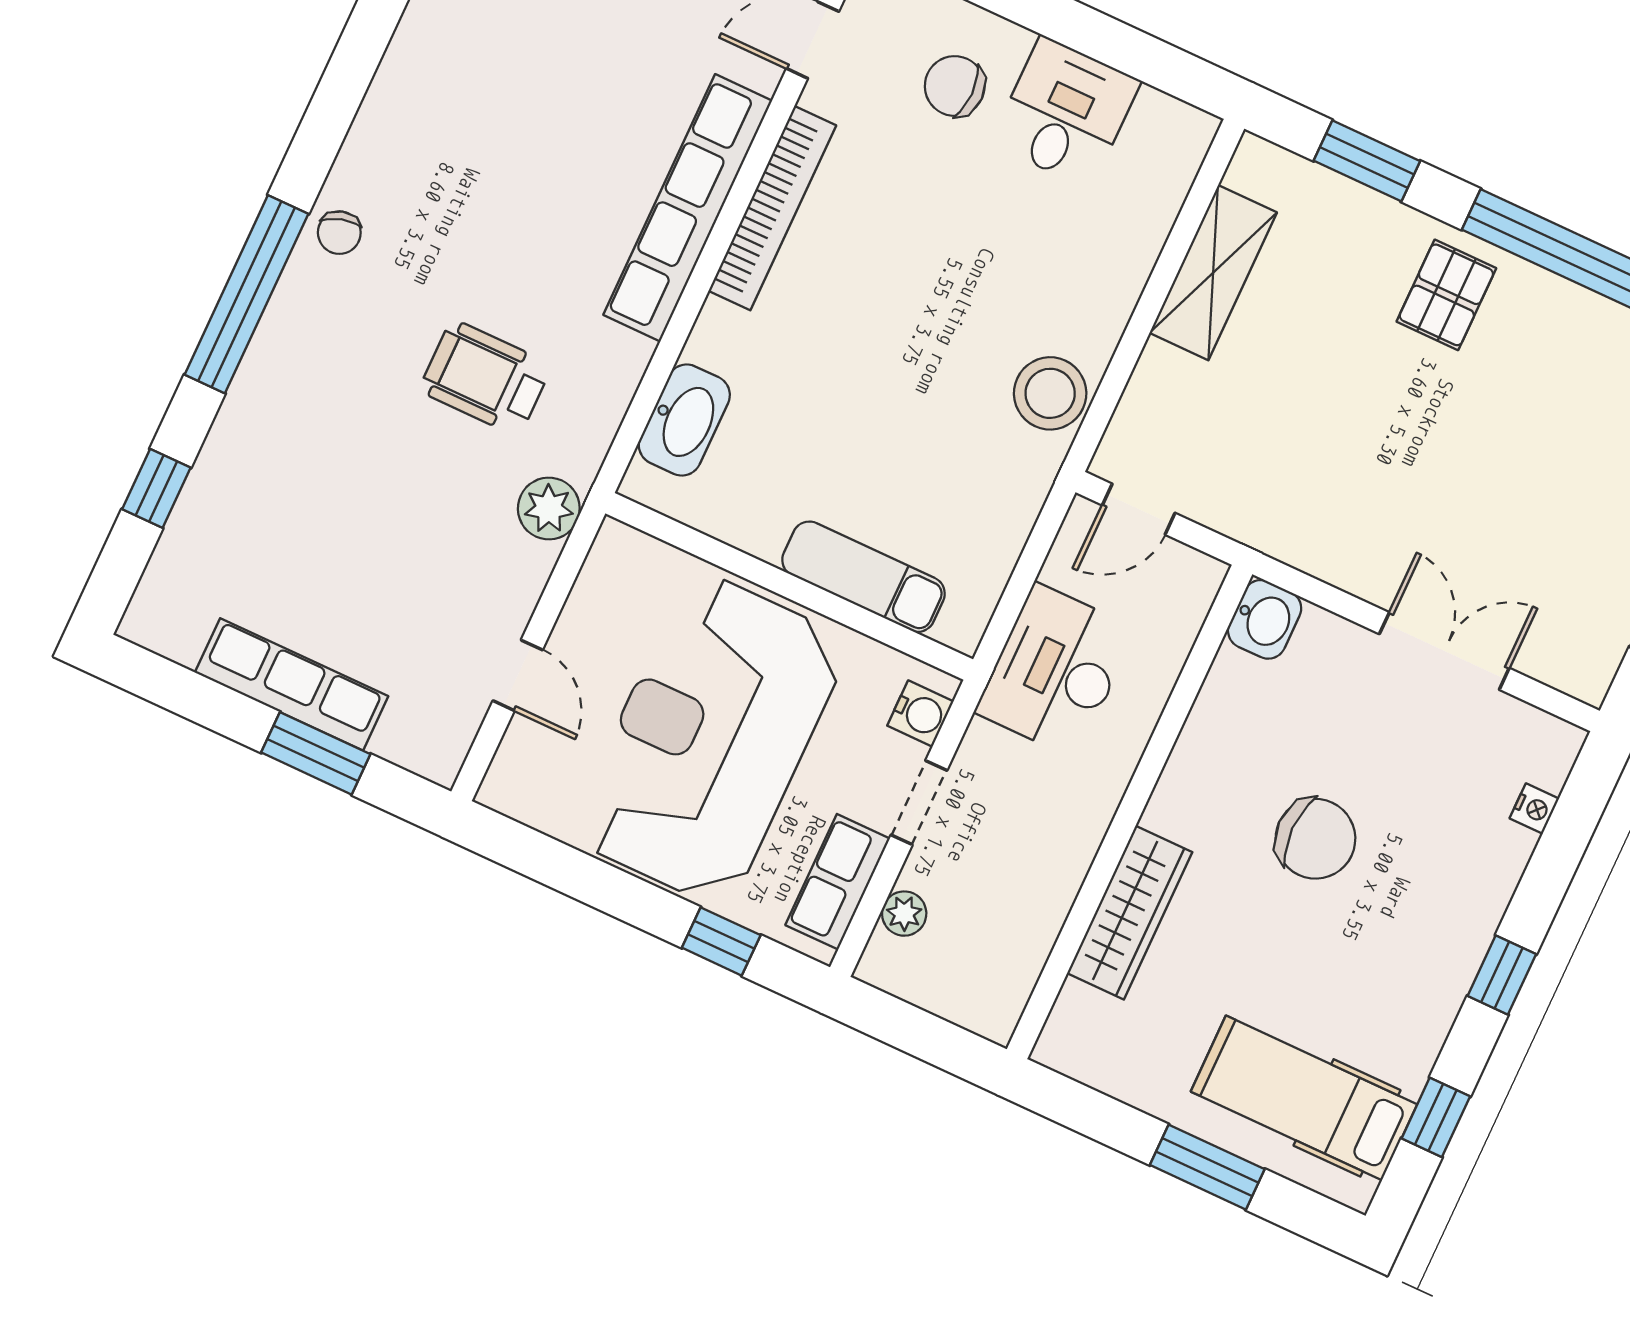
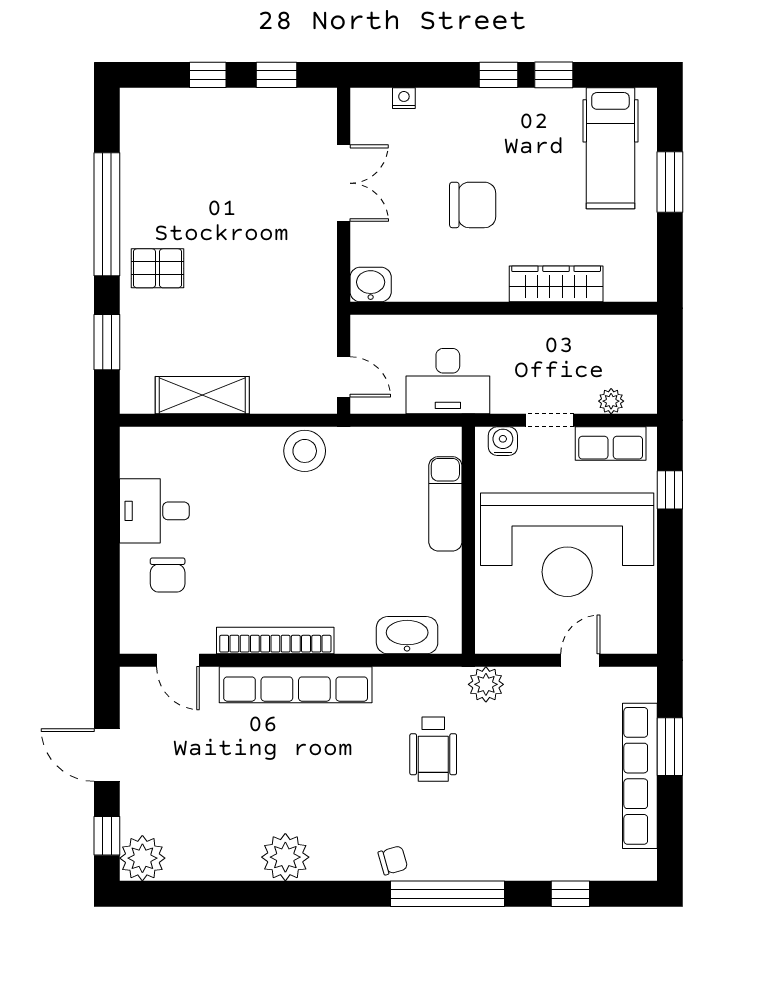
plant: (423, 65) -> (285, 857), added
double door: (1444, 651) -> (344, 183), swing flipped
row of seats: (292, 684) -> (640, 776), width x1.36
chair: (1315, 839) -> (473, 205), turned 90
window: (1436, 1117) -> (554, 75), moved

